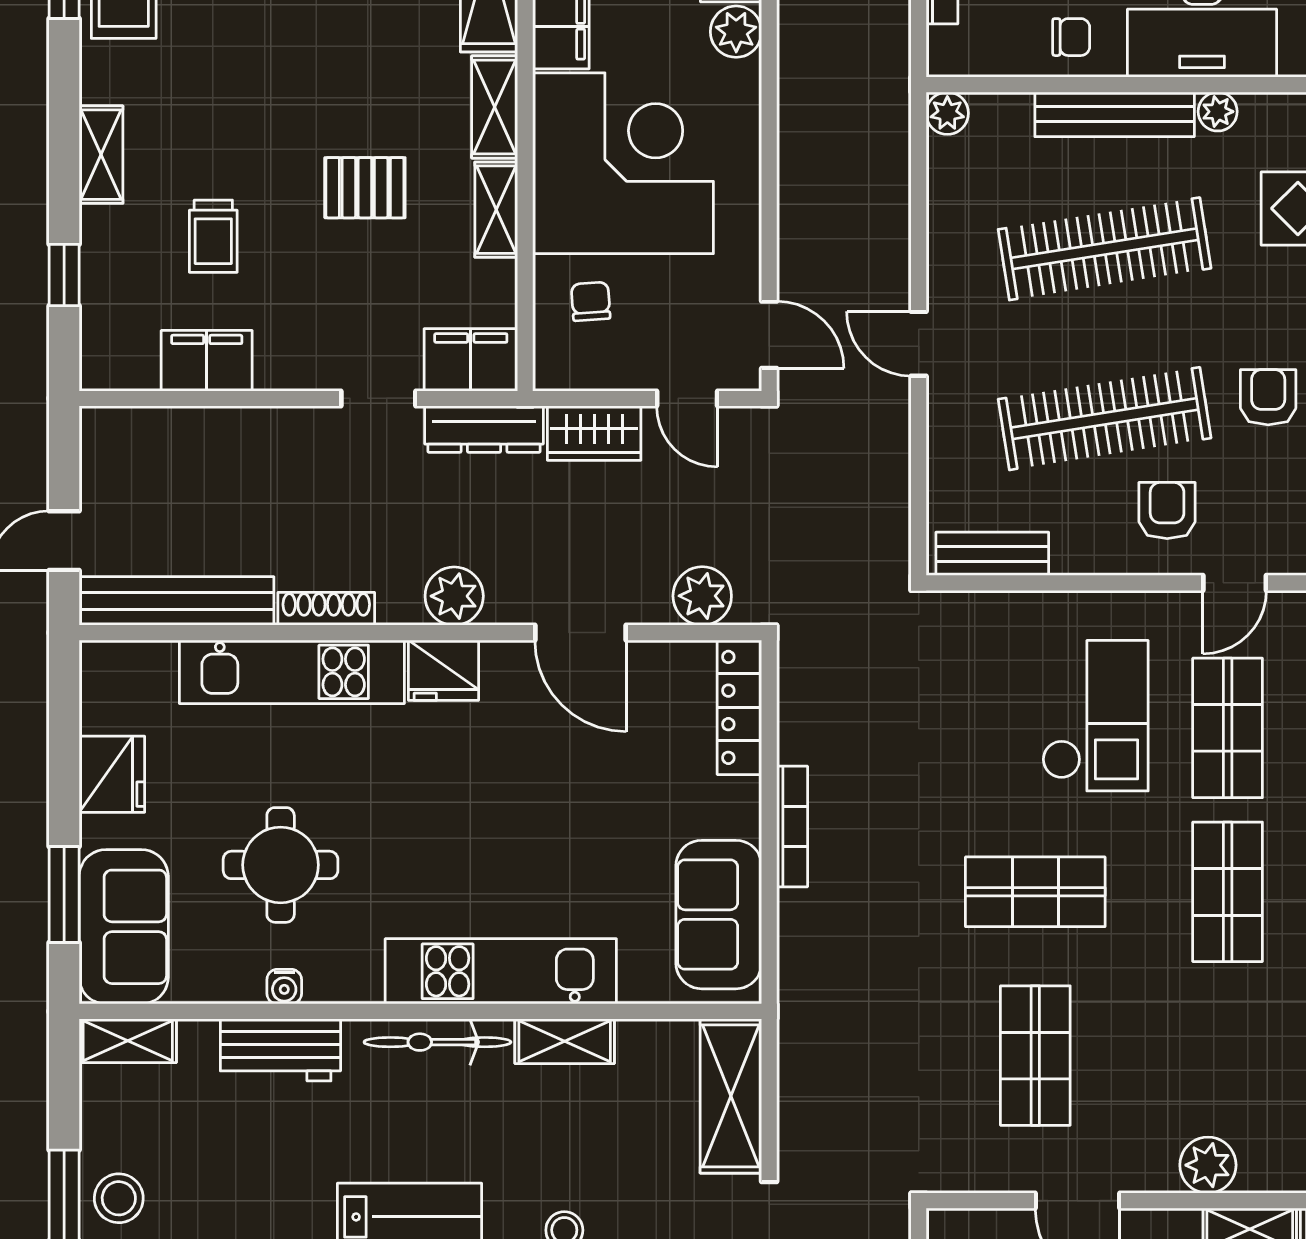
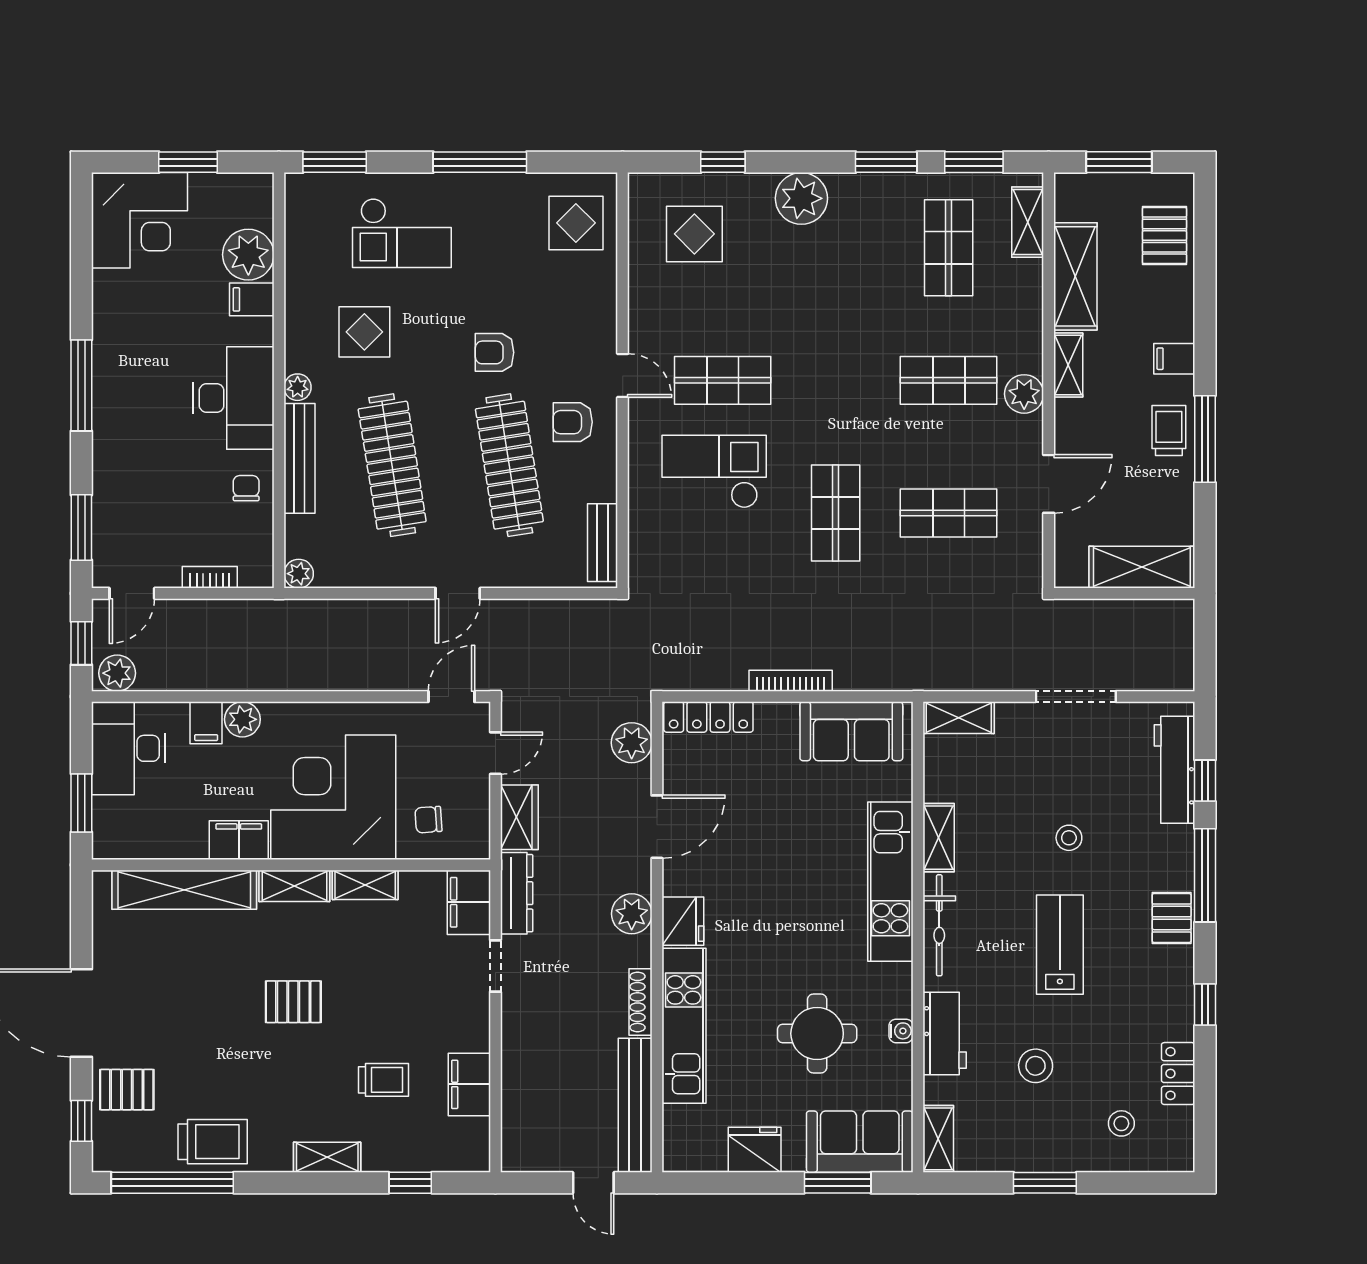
pallet: (365, 188) -> (293, 1002), moved, turned 90
shop shelf: (1228, 892) -> (949, 380), moved
shelving: (731, 1096) -> (959, 718), width x0.67, depth x0.75
stool: (119, 1198) -> (1036, 1066), moved

